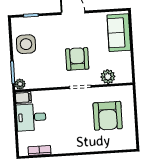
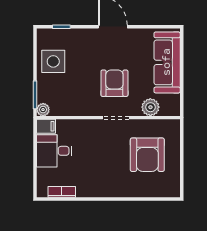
sofa: (119, 33) -> (167, 62), width x1.36

